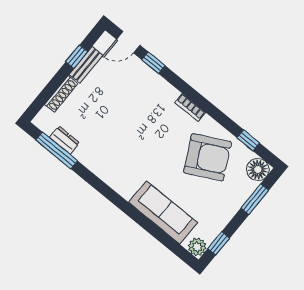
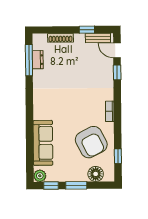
bench: (86, 65) -> (98, 38), moved
floor lamp: (258, 170) -> (96, 174), moved
window: (255, 199) -> (76, 185), moved

